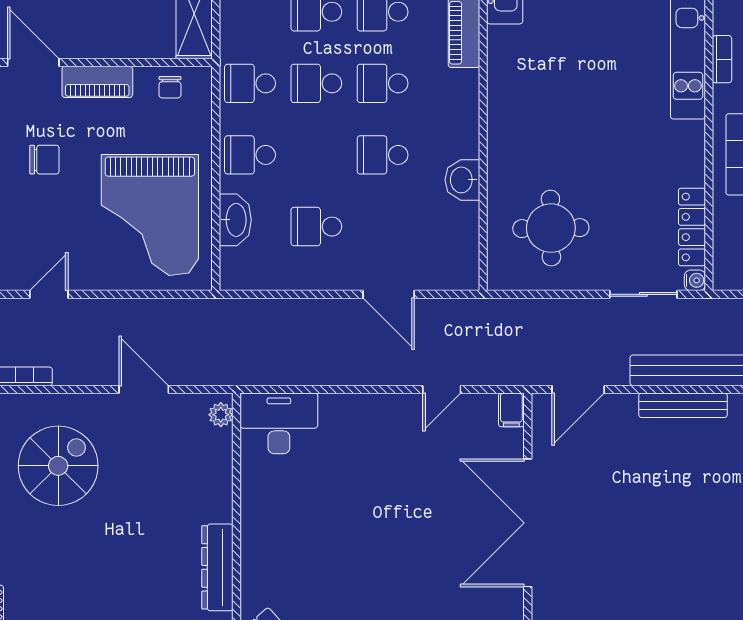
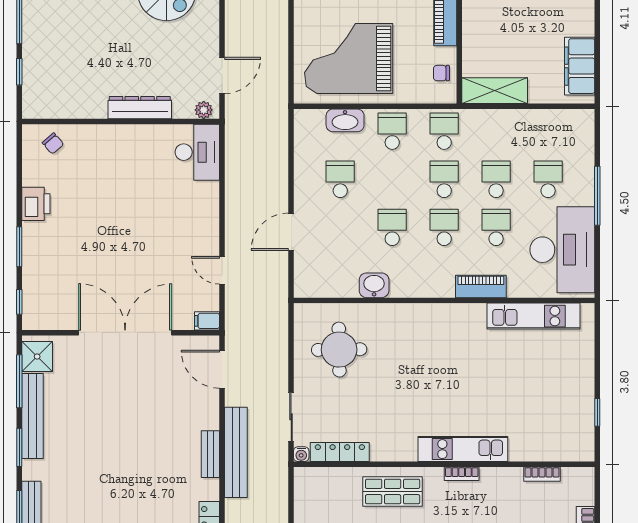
door: (144, 389) -> (222, 75), moved
bench: (683, 405) -> (210, 454), width x0.73
dresser: (217, 567) -> (140, 108), moved

